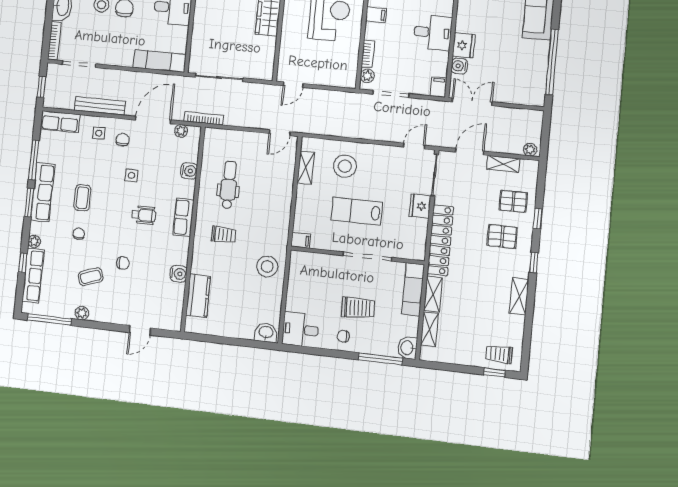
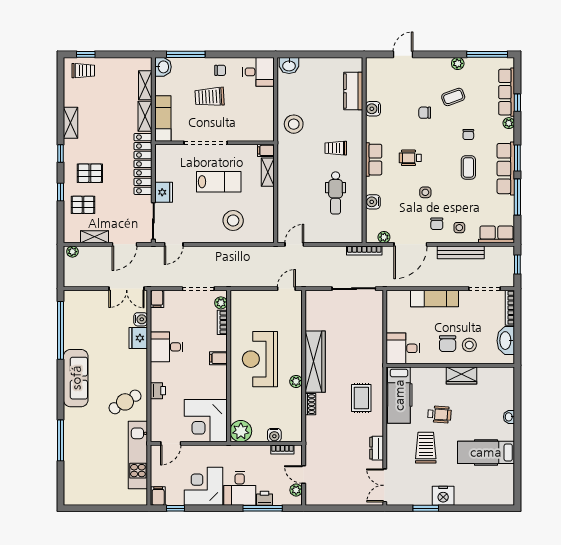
exam couch: (160, 61) -> (435, 298), moved
shelving: (306, 168) -> (268, 172), moved

